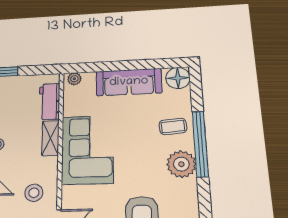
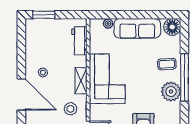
plant: (74, 79) -> (108, 23), moved
shelving: (50, 138) -> (81, 81), moved

